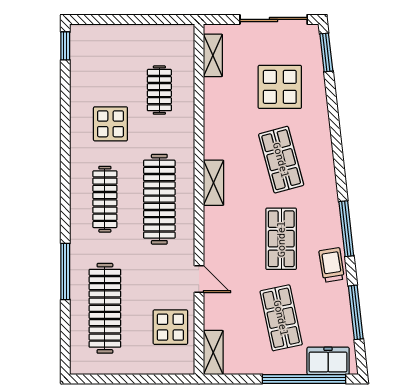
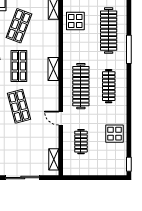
display table: (280, 87) -> (20, 143), removed
display table: (110, 124) -> (114, 134), moved
shelving: (214, 183) -> (53, 69), moved
door: (199, 279) -> (61, 118), moved
shop shelf: (281, 318) -> (19, 26), turned 33

